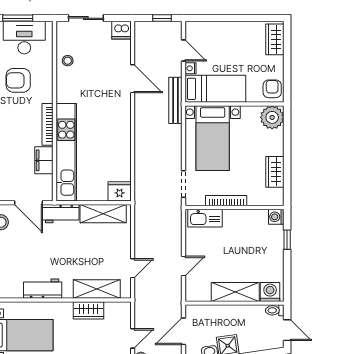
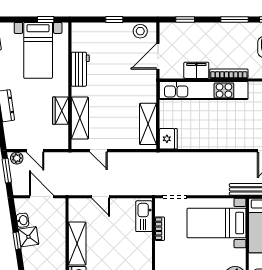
bookcase: (226, 201) -> (160, 229), width x0.64
workbench: (61, 214) -> (148, 86), removed

